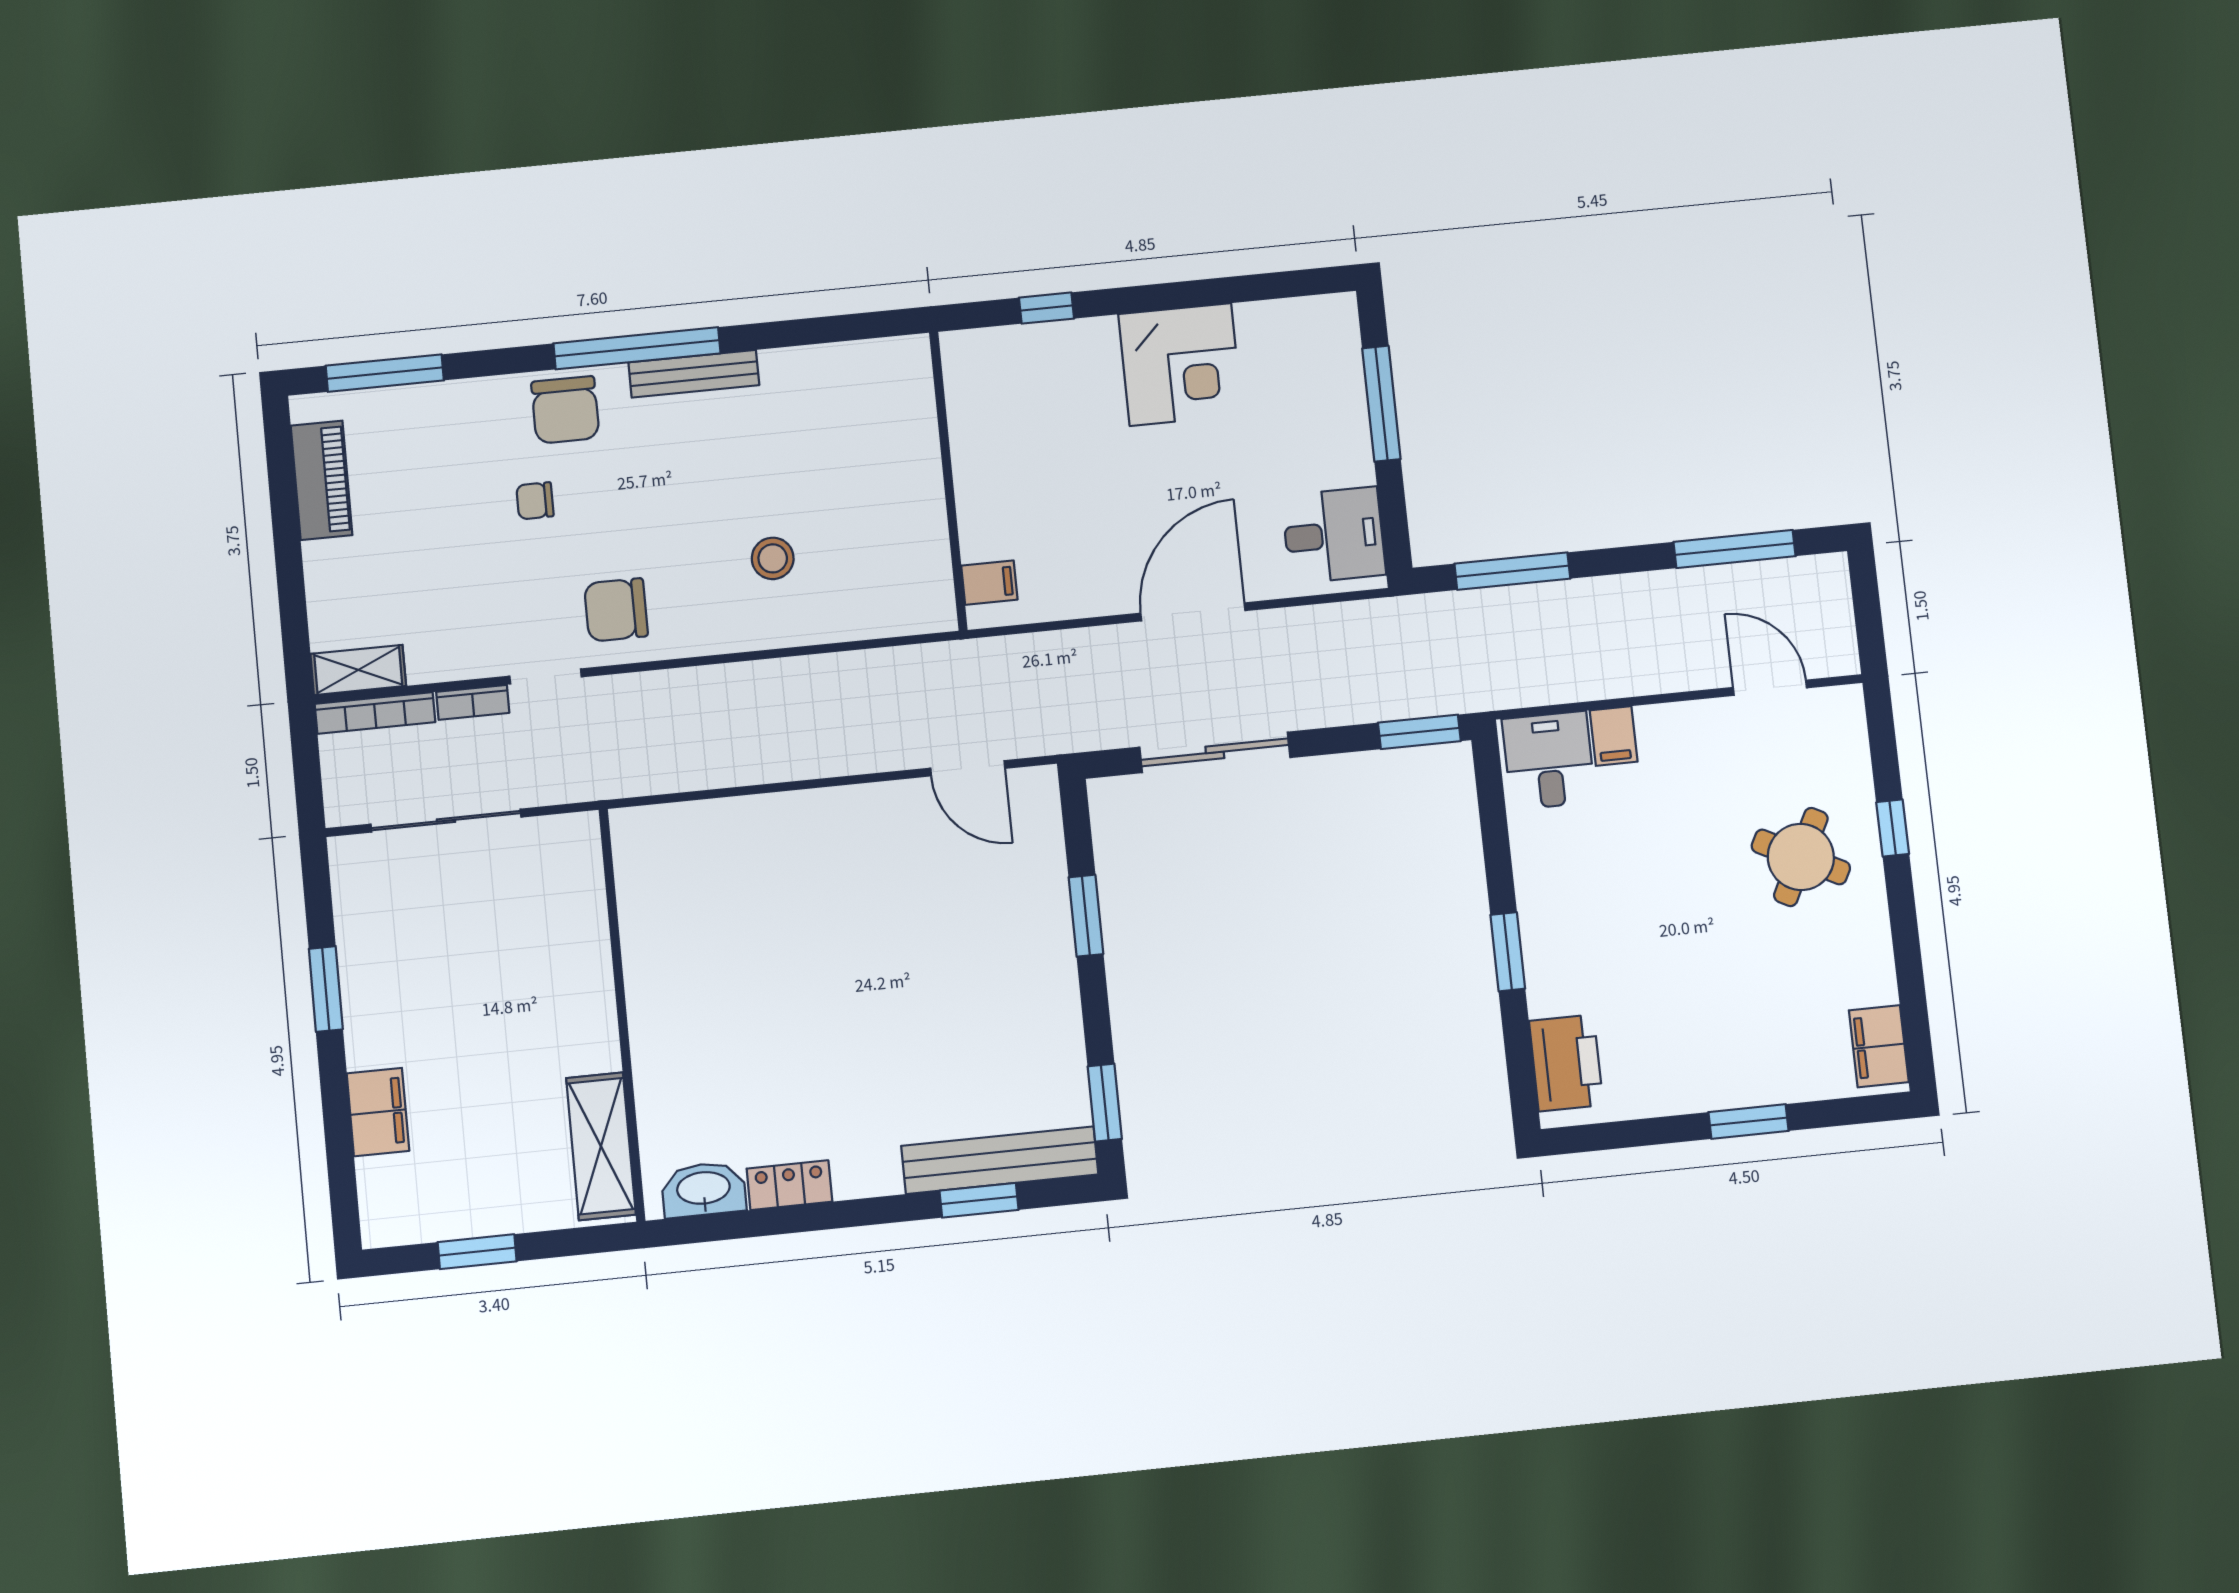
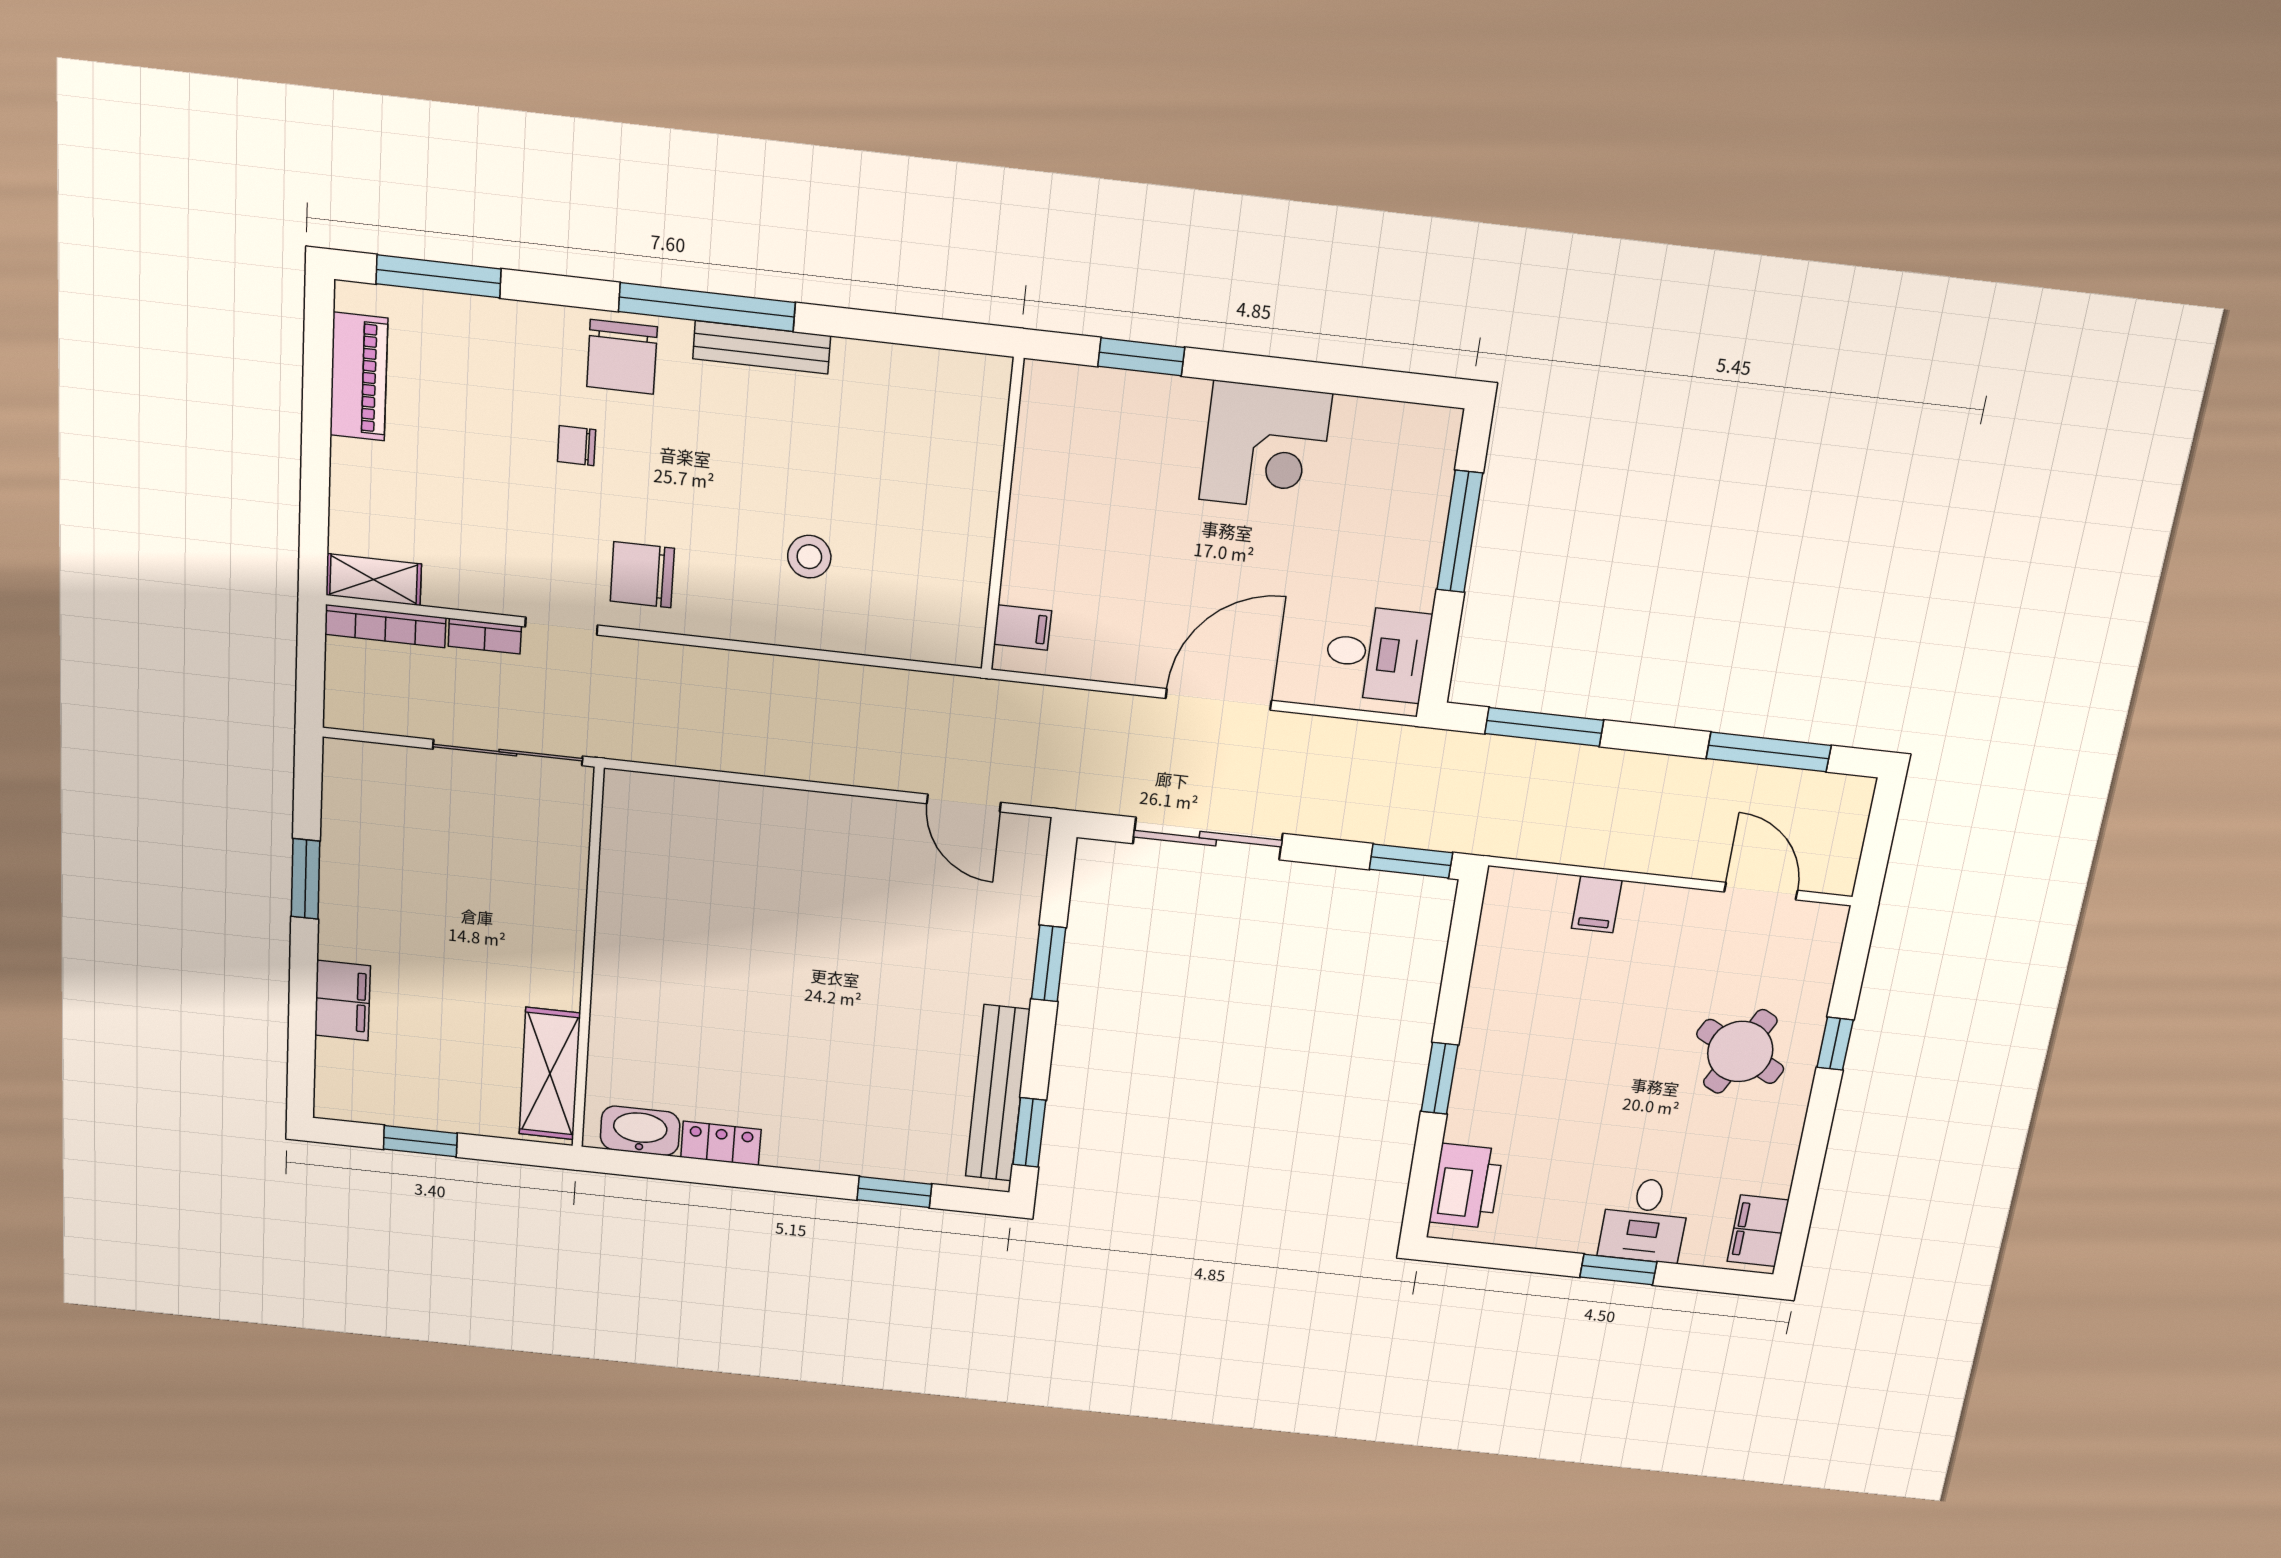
window: (1047, 308) -> (1141, 357), width x1.50
desk: (1549, 760) -> (1645, 1220), moved, turned 180
sliding door: (446, 821) -> (508, 753), moved
bench: (1000, 1160) -> (998, 1093), moved, turned 90

